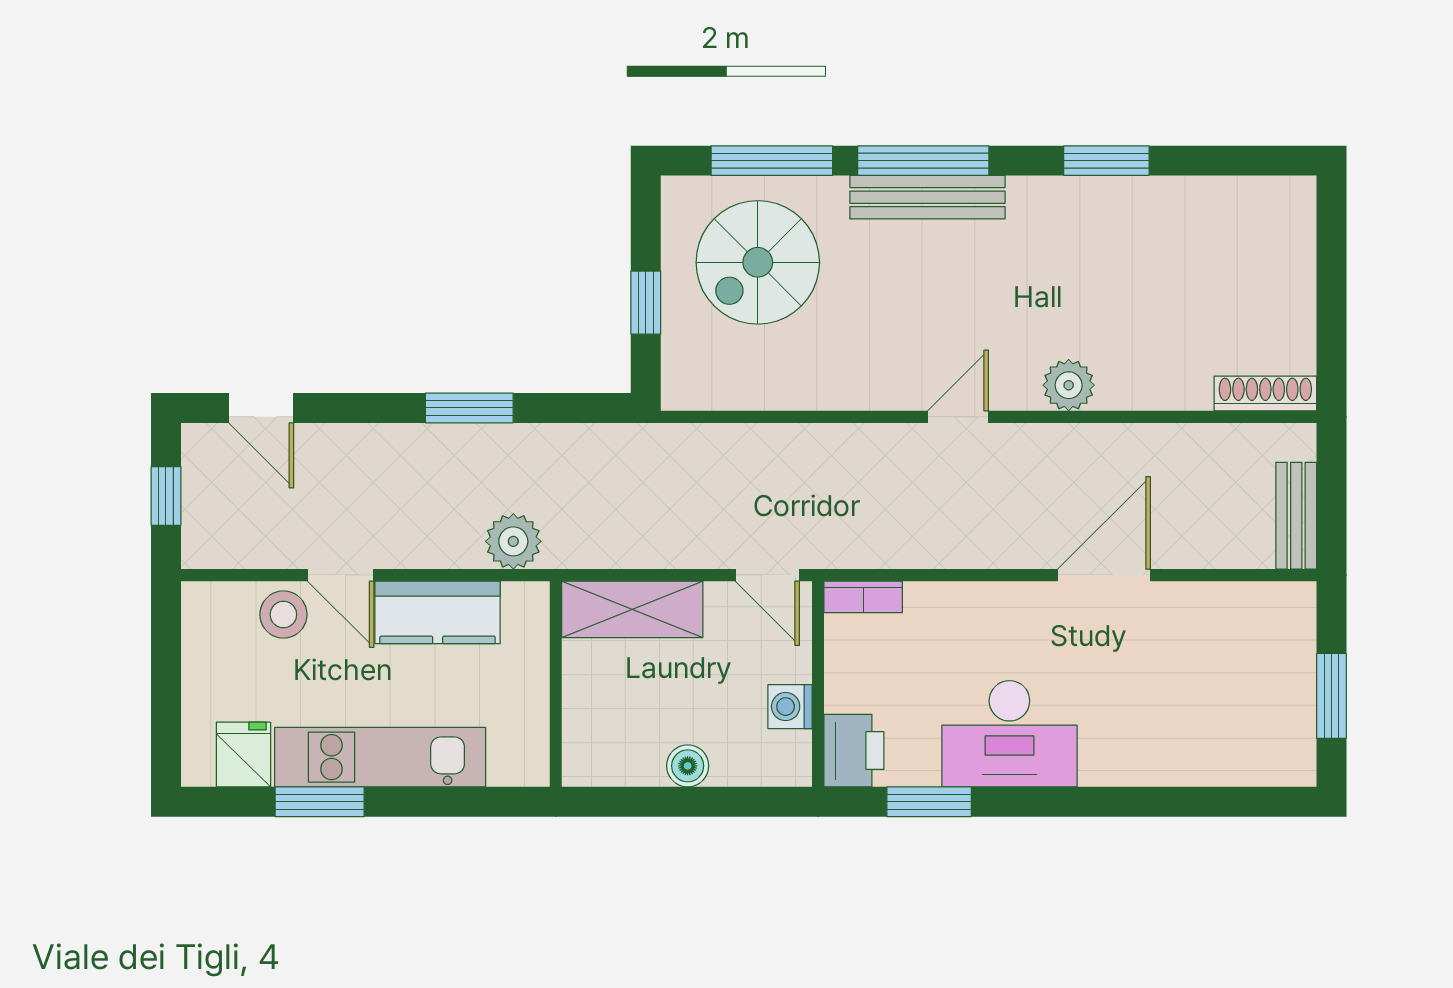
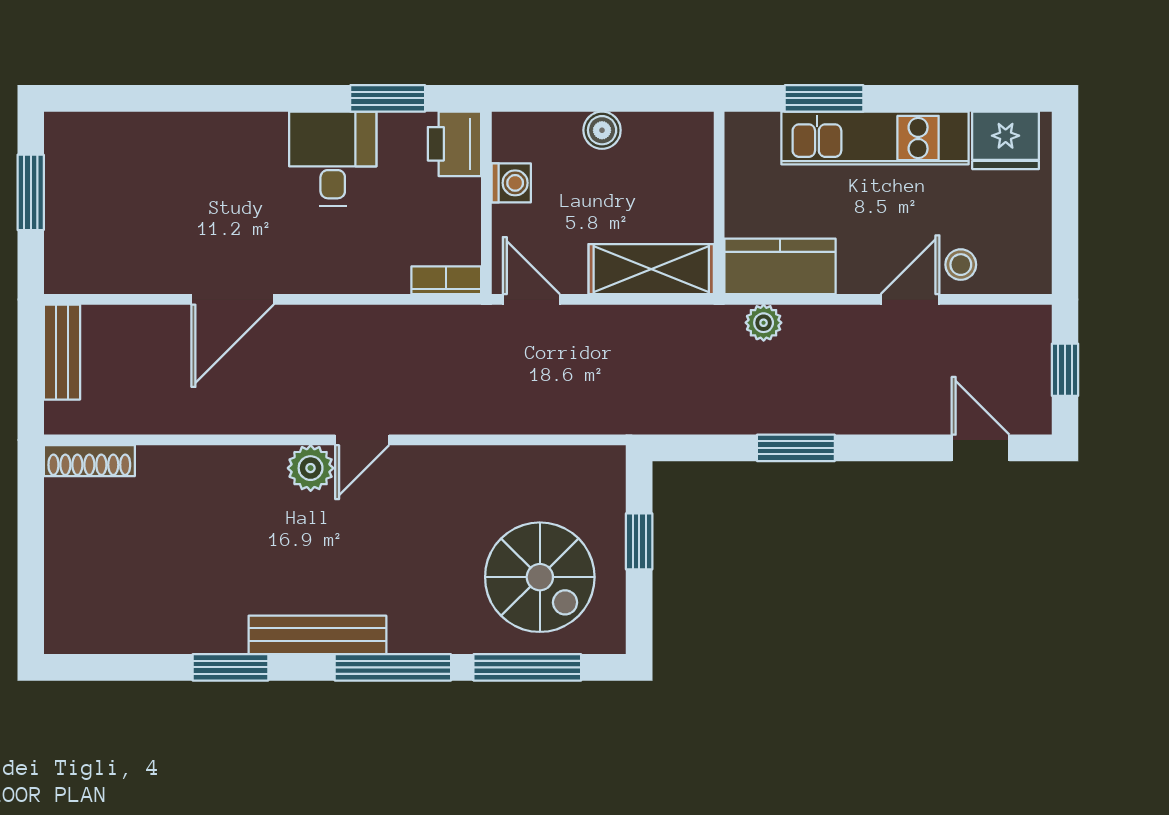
bench: (927, 197) -> (317, 635), moved
spiral stairs: (758, 262) -> (540, 577), turned 90
plant: (1069, 385) -> (311, 468), moved
plant: (513, 541) -> (764, 323), width x0.73, depth x0.73
door: (341, 575) -> (910, 299), hinge flipped
kitchen counter: (438, 612) -> (780, 266), moved
stool: (283, 615) -> (961, 265), width x0.73, depth x0.73
desk: (1009, 734) -> (333, 159), width x0.73
fridge: (243, 755) -> (1006, 140), width x1.38
window: (320, 802) -> (824, 98), moved

